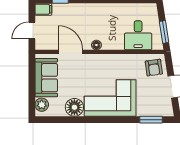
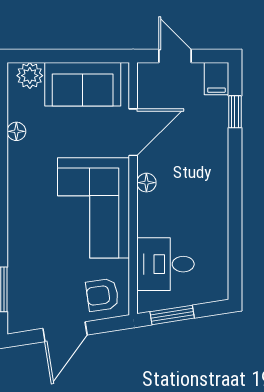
corner sofa: (110, 98) -> (93, 208), moved, turned 180
floor lamp: (74, 107) -> (16, 131), width x0.53, depth x0.53

